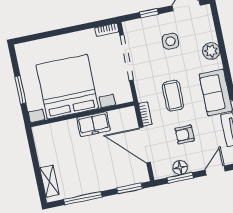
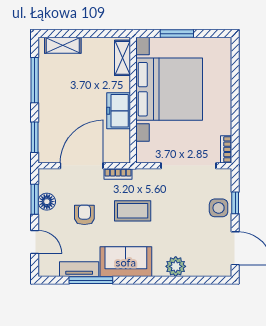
side table: (170, 41) -> (219, 208), moved
shelving: (50, 130) -> (122, 58), added

